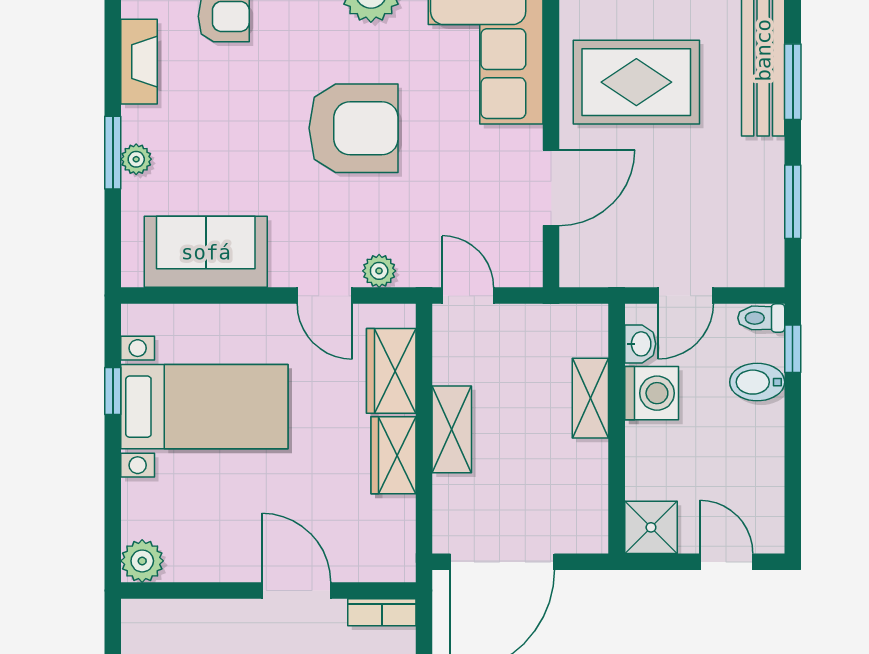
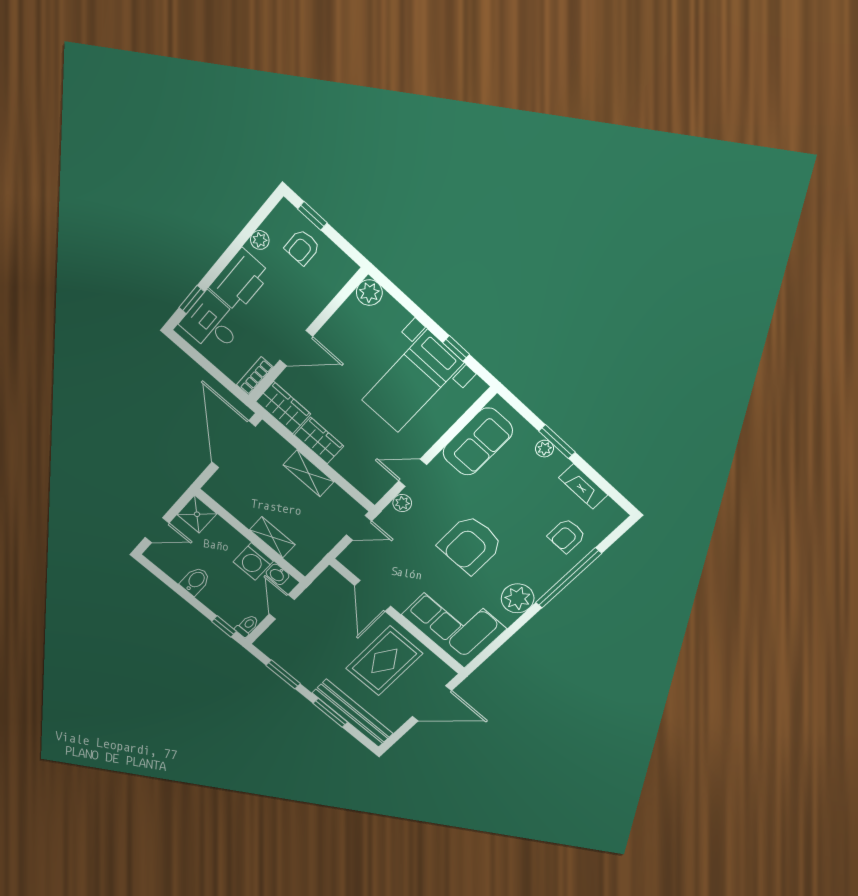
wardrobe: (391, 371) -> (283, 408), moved
bidet: (757, 382) -> (195, 581), moved

